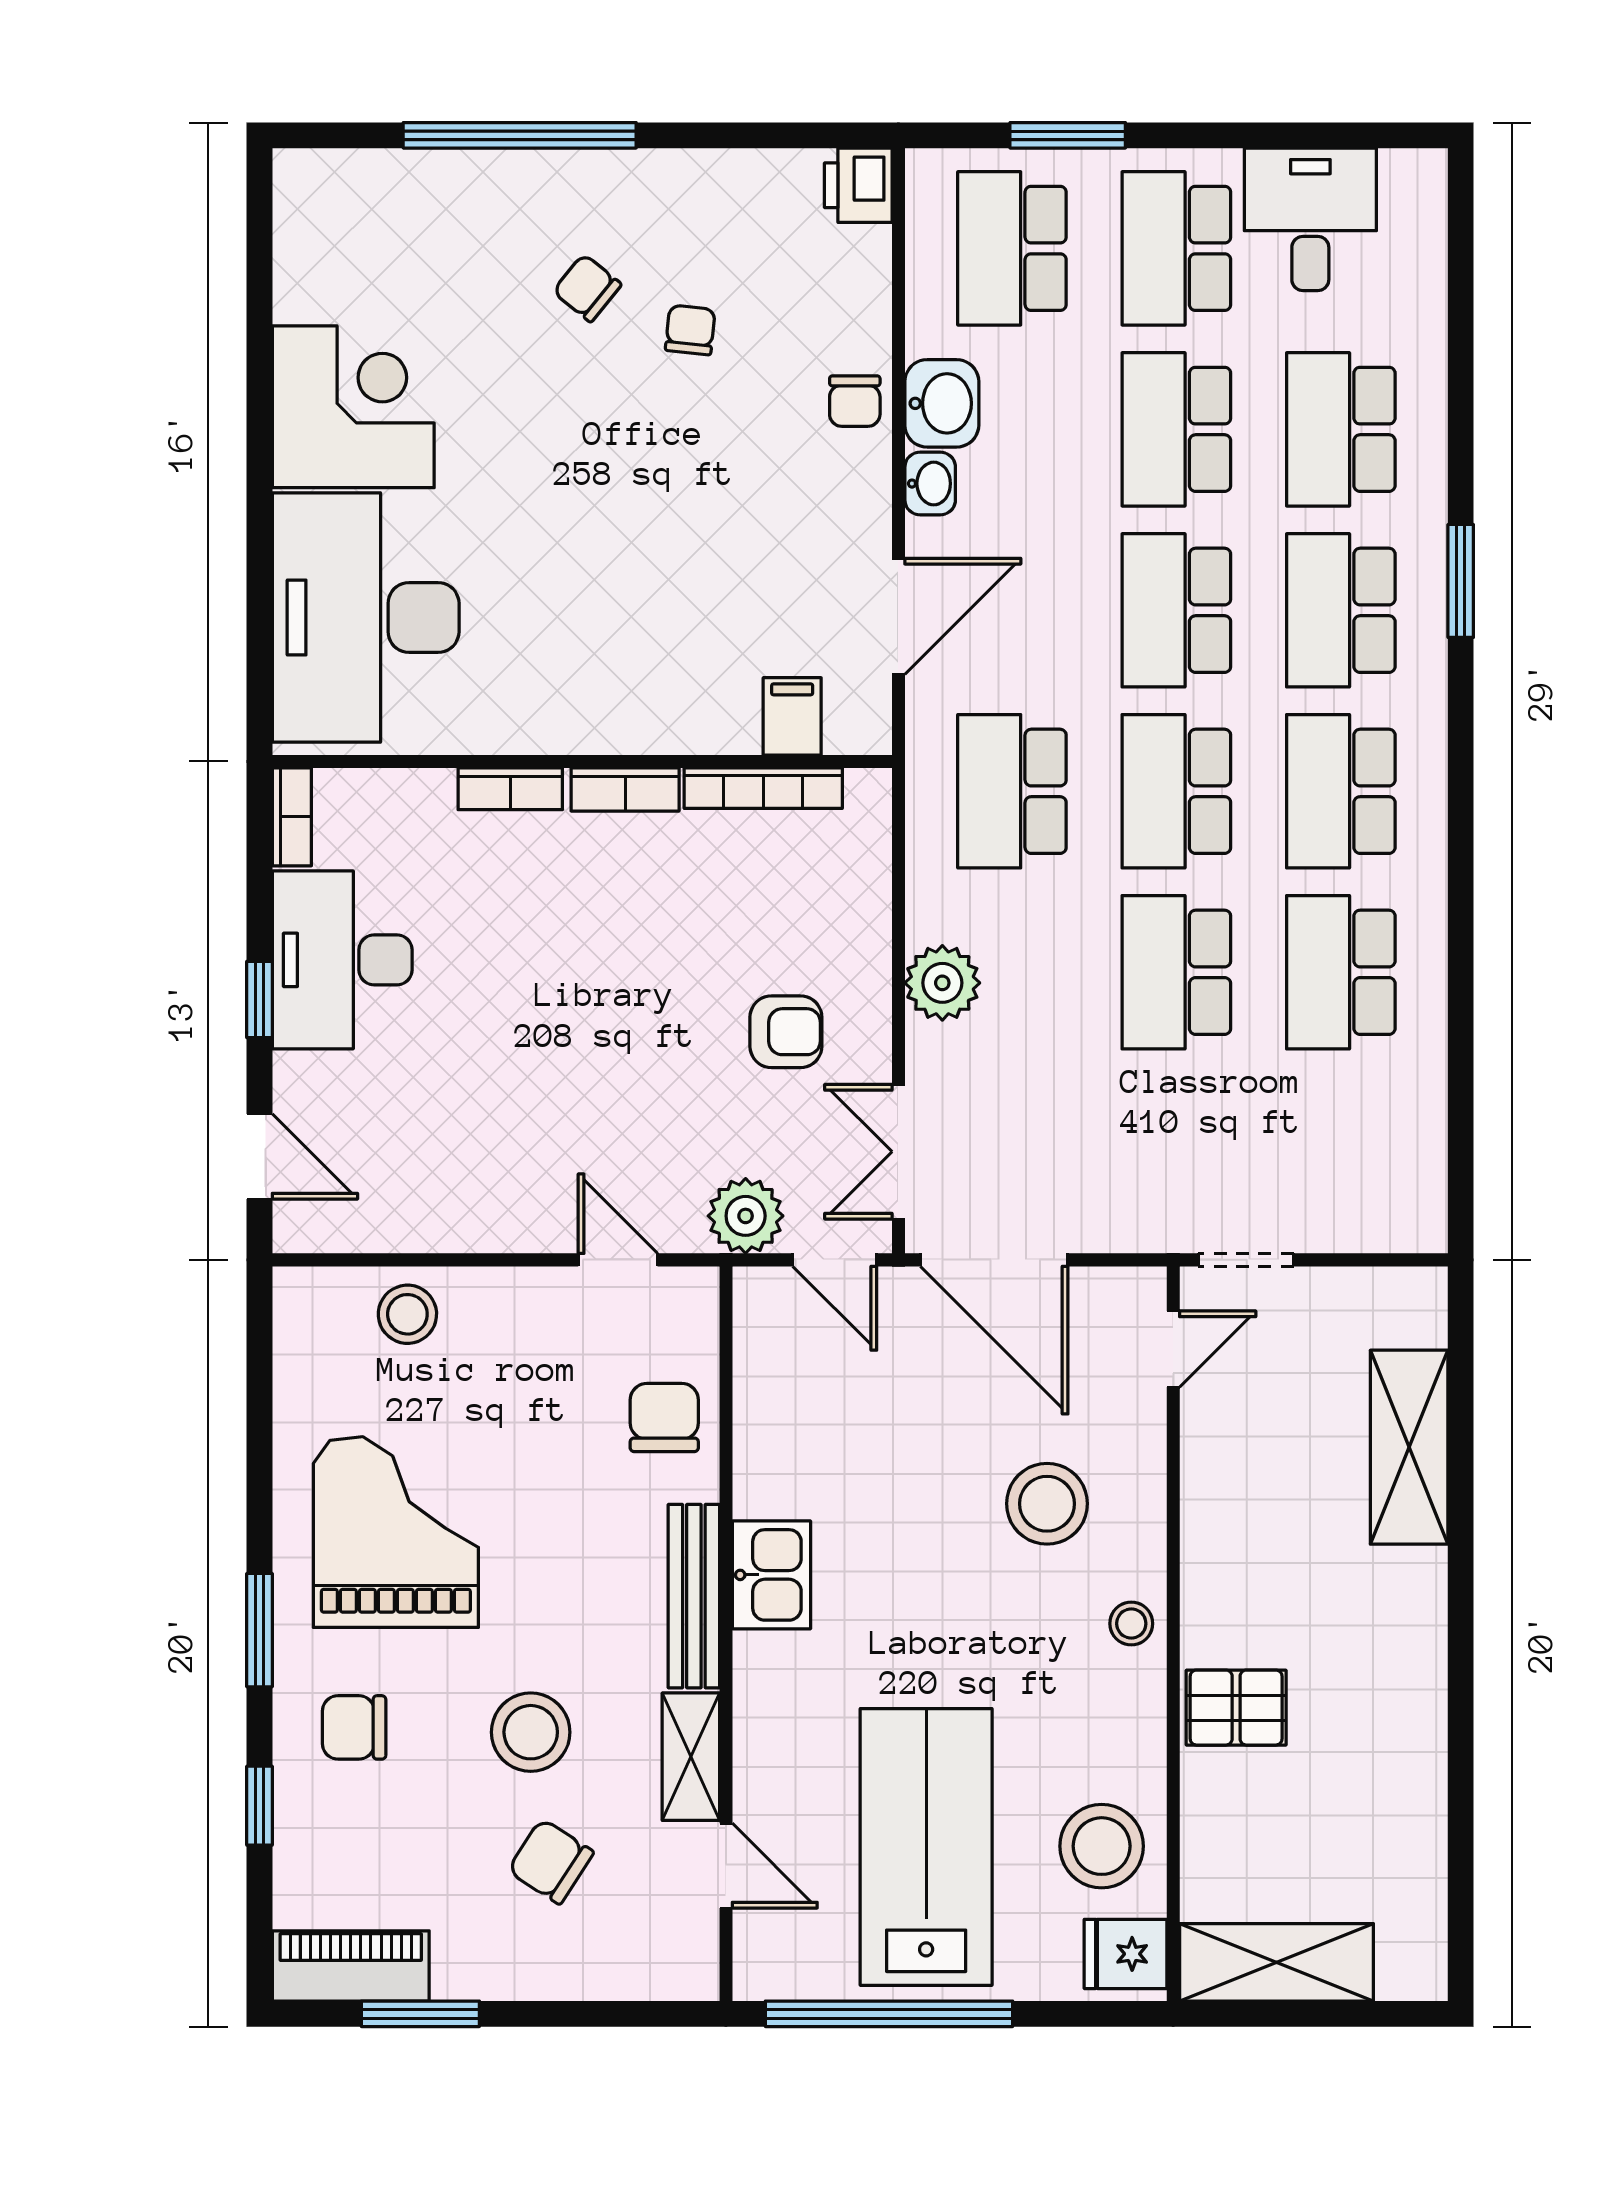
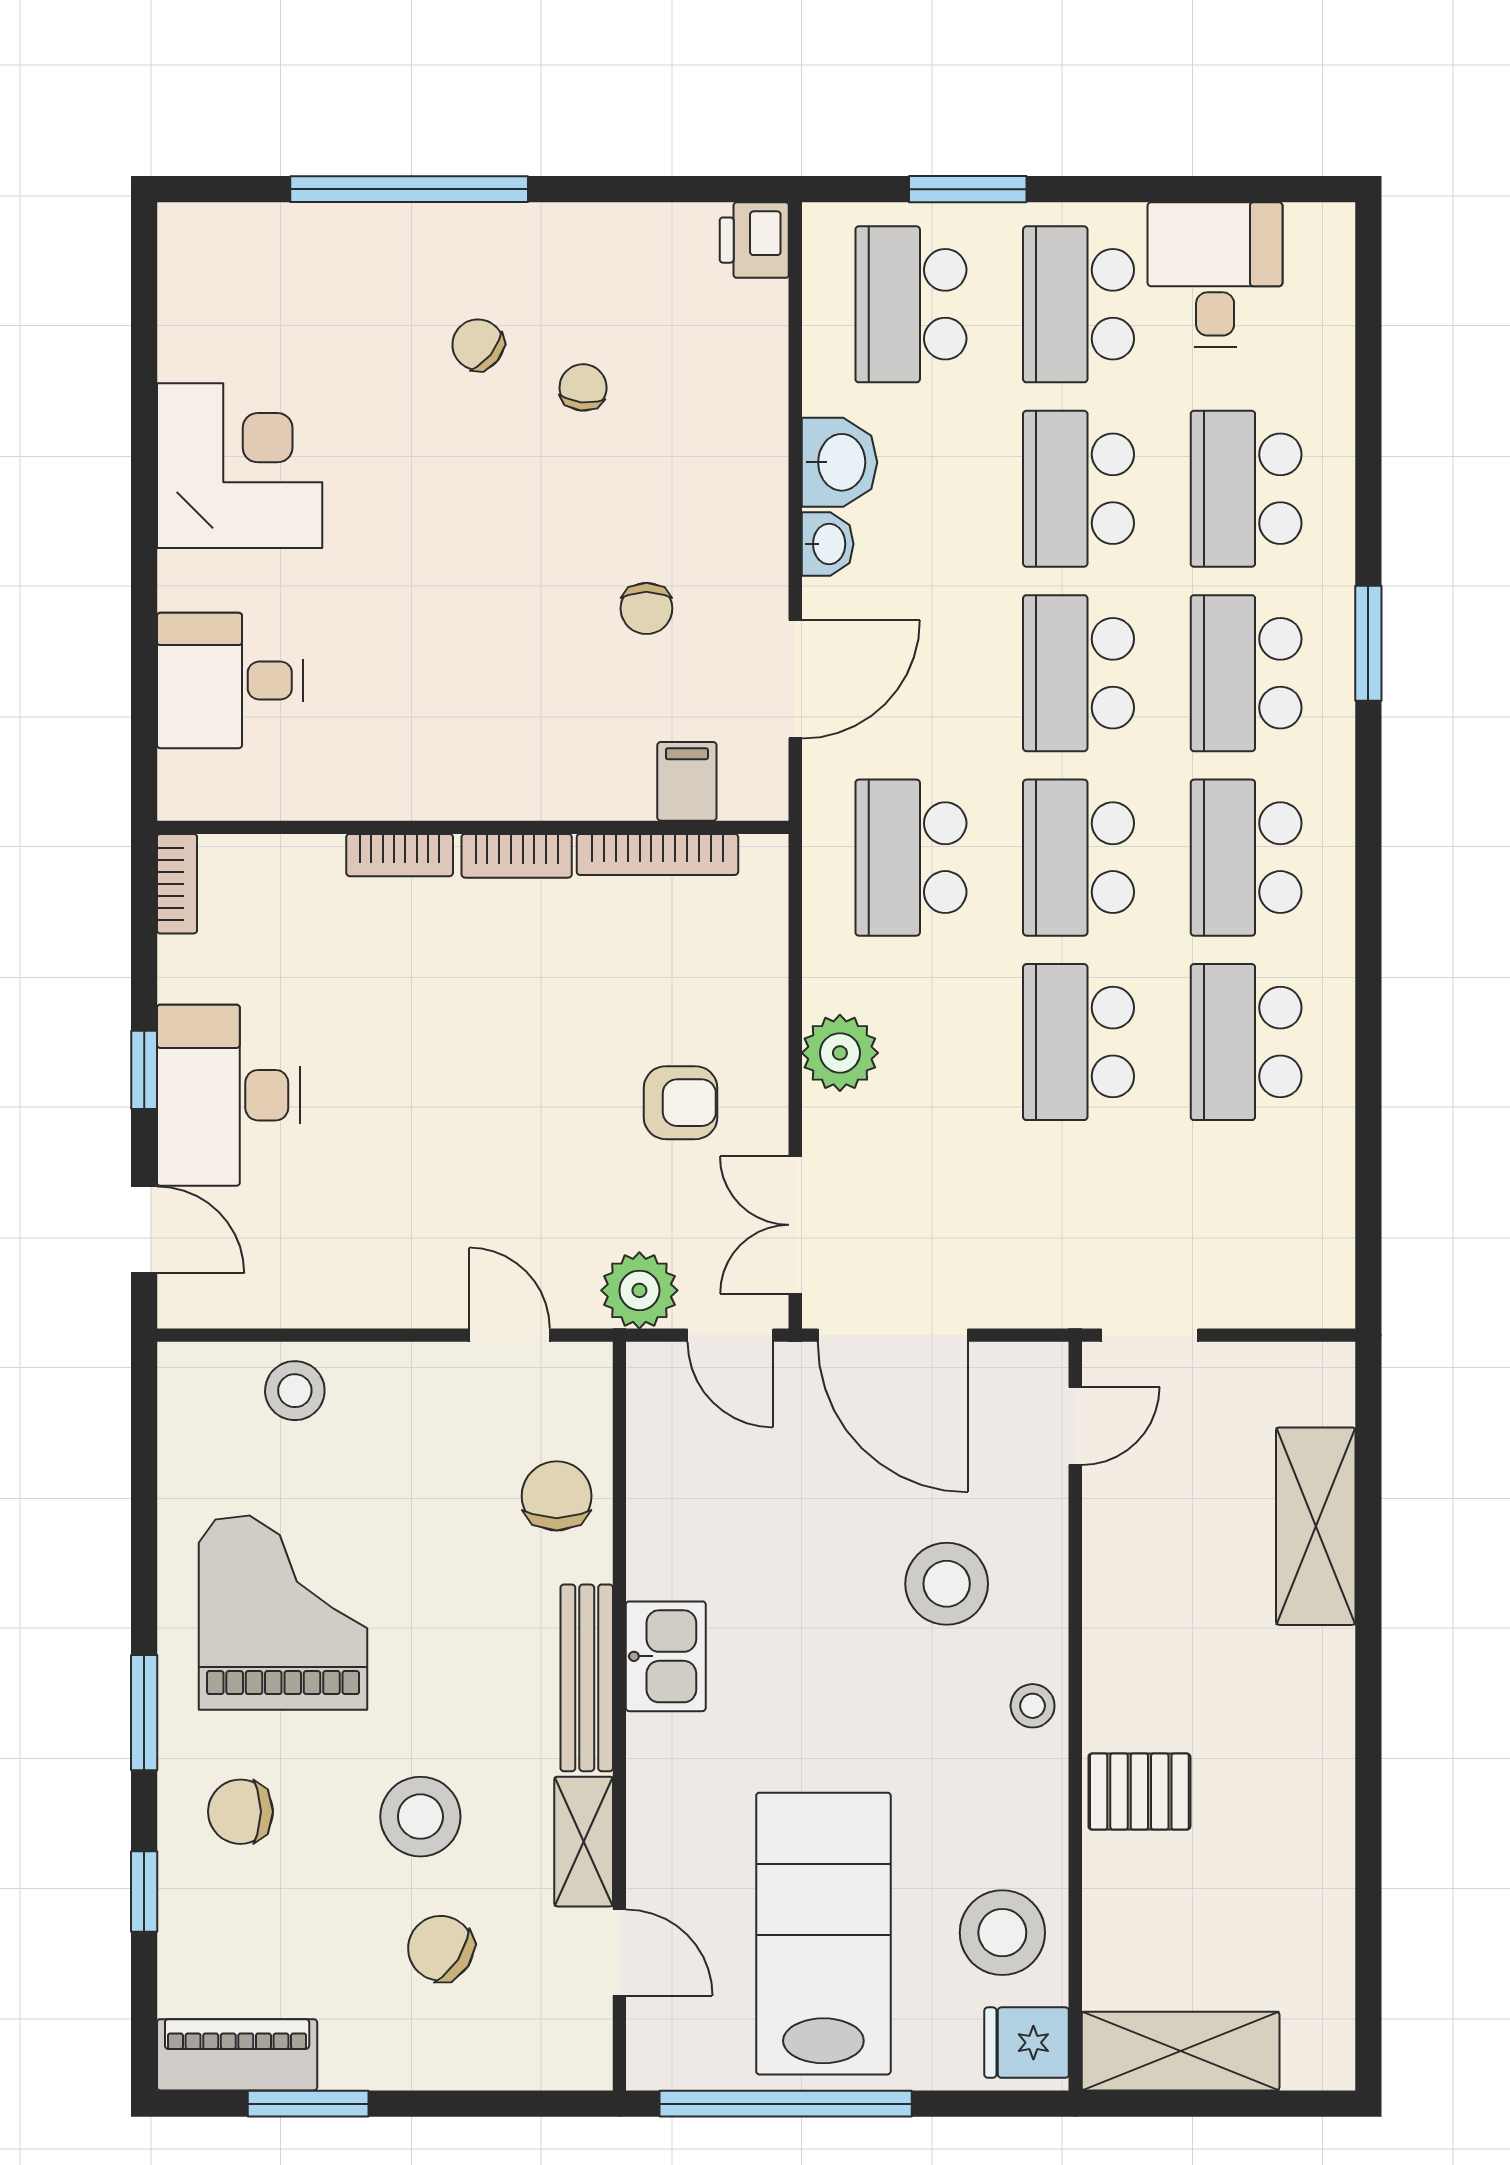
chair: (855, 401) -> (646, 608), moved
desk: (366, 617) -> (230, 681), width x0.53, depth x0.77
desk: (342, 960) -> (228, 1095), moved

